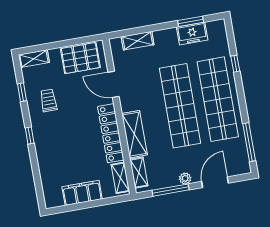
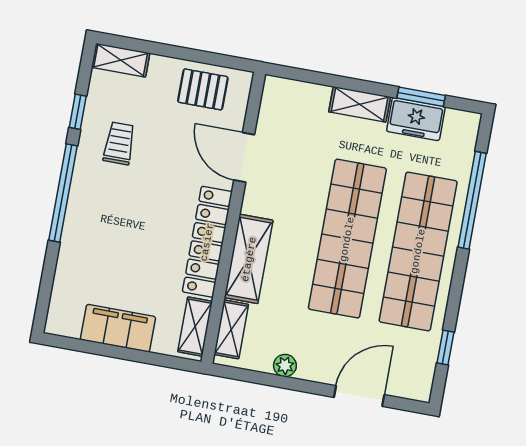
shelving: (138, 41) -> (360, 104), moved
pallet: (80, 58) -> (203, 89), width x0.67, depth x0.71
window: (235, 64) -> (472, 200), width x3.17
window: (30, 136) -> (63, 193), width x3.17
window: (249, 142) -> (445, 348), width x0.46
plant: (185, 178) -> (285, 366), moved
window: (170, 190) -> (276, 381), removed

